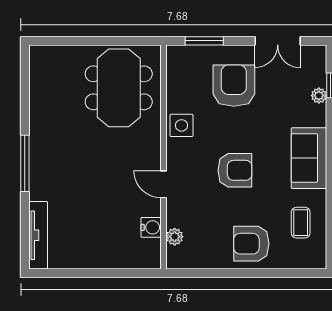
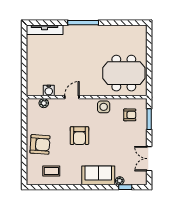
armchair: (234, 86) -> (130, 115), moved, width x0.53, depth x0.53
sofa: (309, 158) -> (98, 175), moved
armchair: (251, 244) -> (40, 144), turned 94

